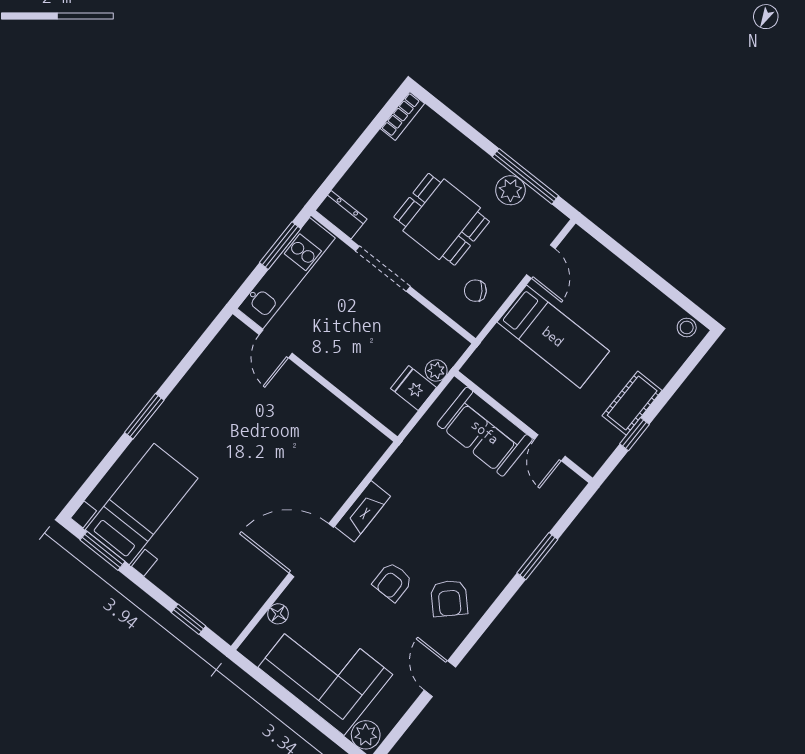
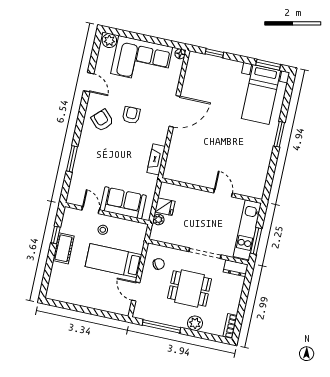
plant: (510, 190) -> (195, 323), moved
stool: (687, 327) -> (103, 230), moved
door: (276, 344) -> (223, 193), moved
fireplace: (363, 511) -> (156, 159), moved
floor lamp: (278, 614) -> (180, 54), moved

